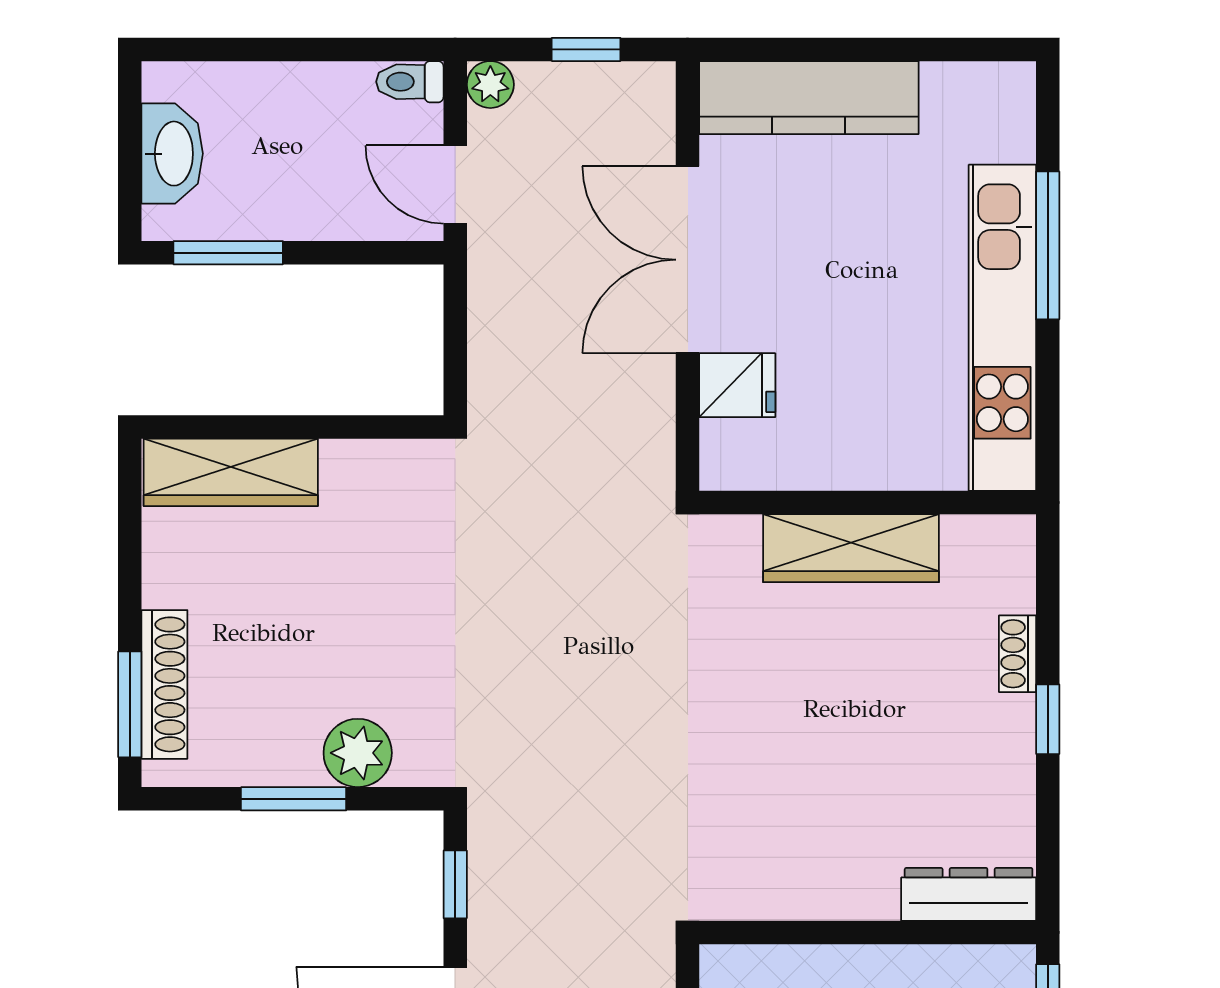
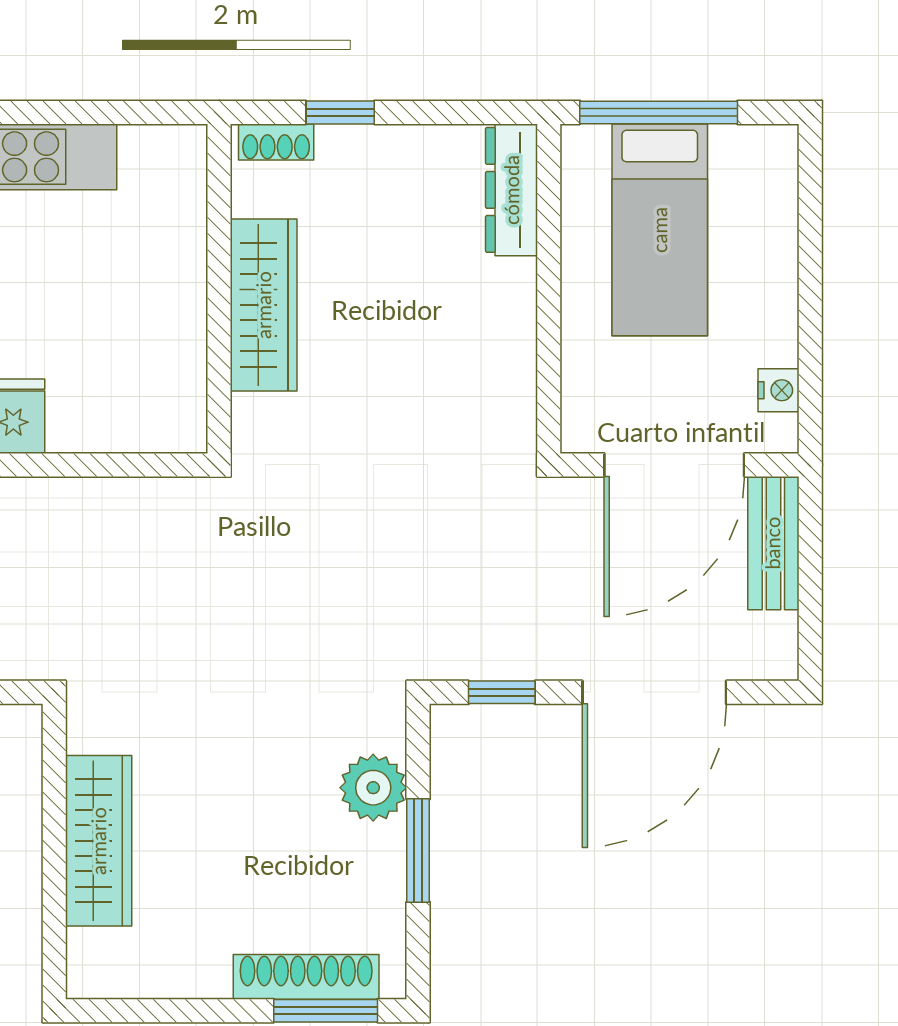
wardrobe: (231, 472) -> (99, 841), moved
wall: (868, 503) -> (219, 289), moved
wardrobe: (851, 548) -> (264, 305), moved

